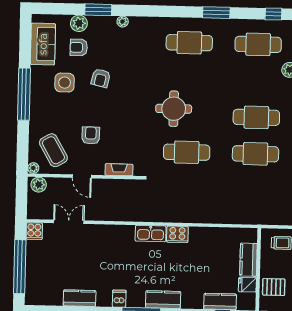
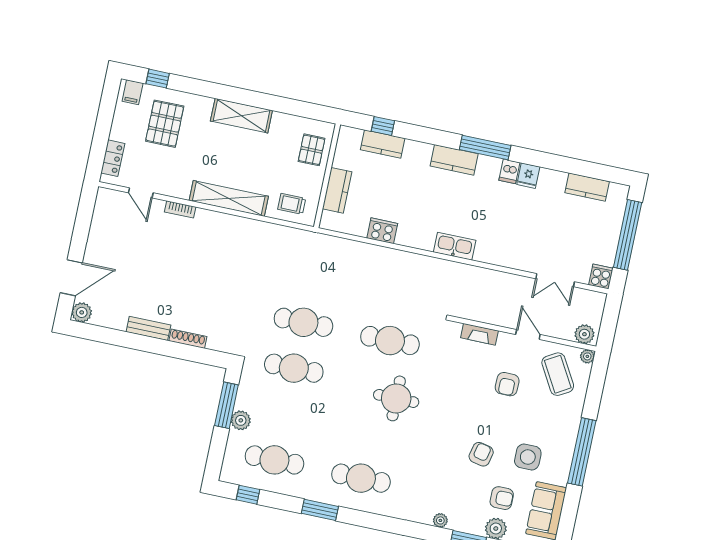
cooker: (177, 234) -> (382, 231), moved
fridge: (247, 285) -> (528, 176), moved, turned 90
pallet: (274, 287) -> (312, 150), turned 90
kitchen counter: (80, 298) -> (587, 187), moved

